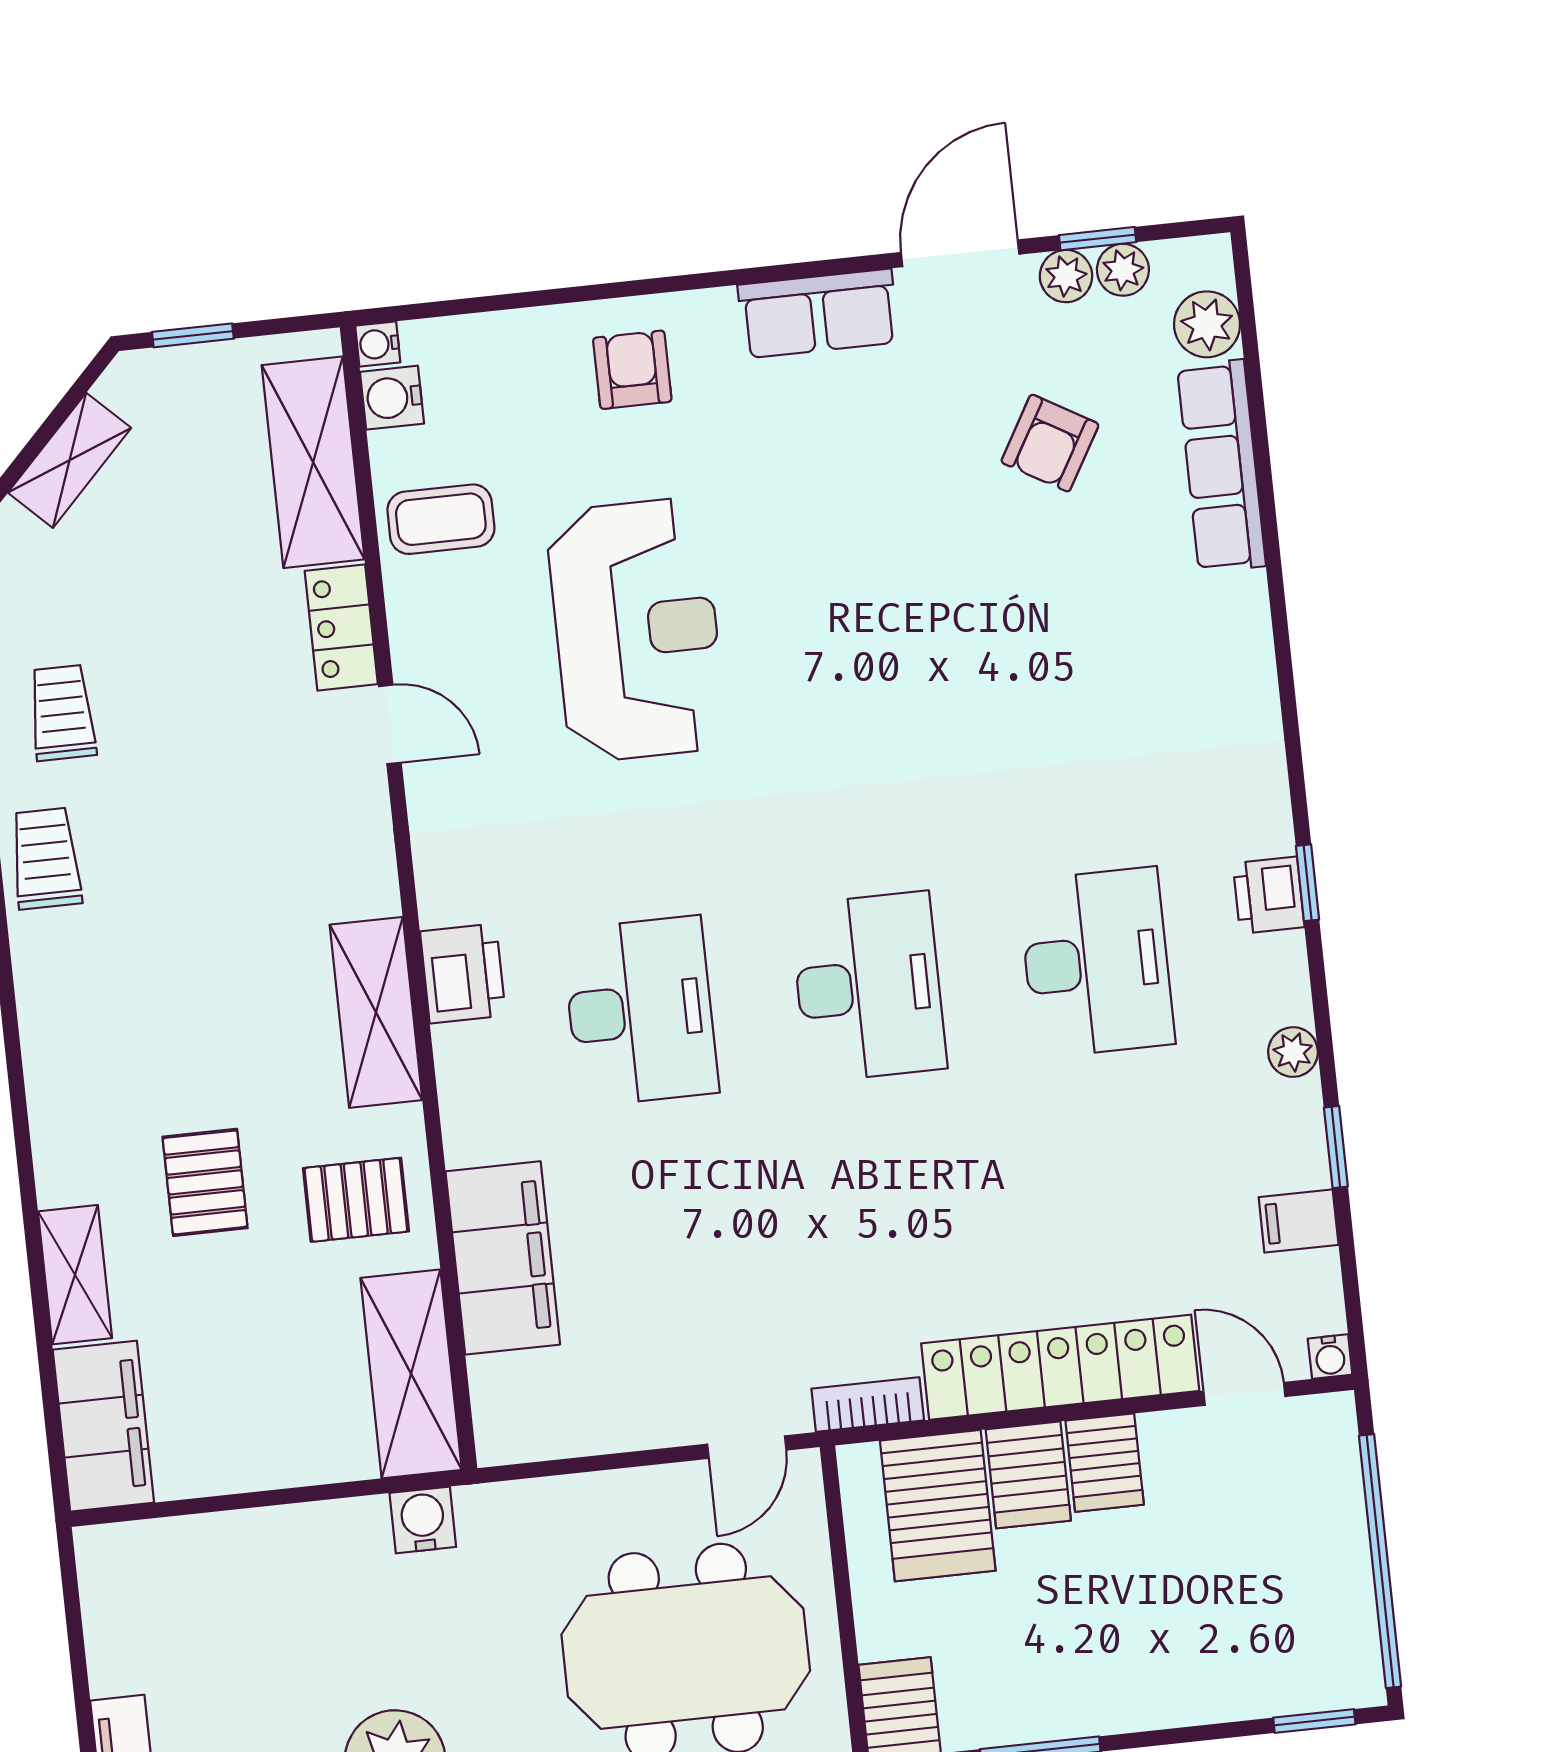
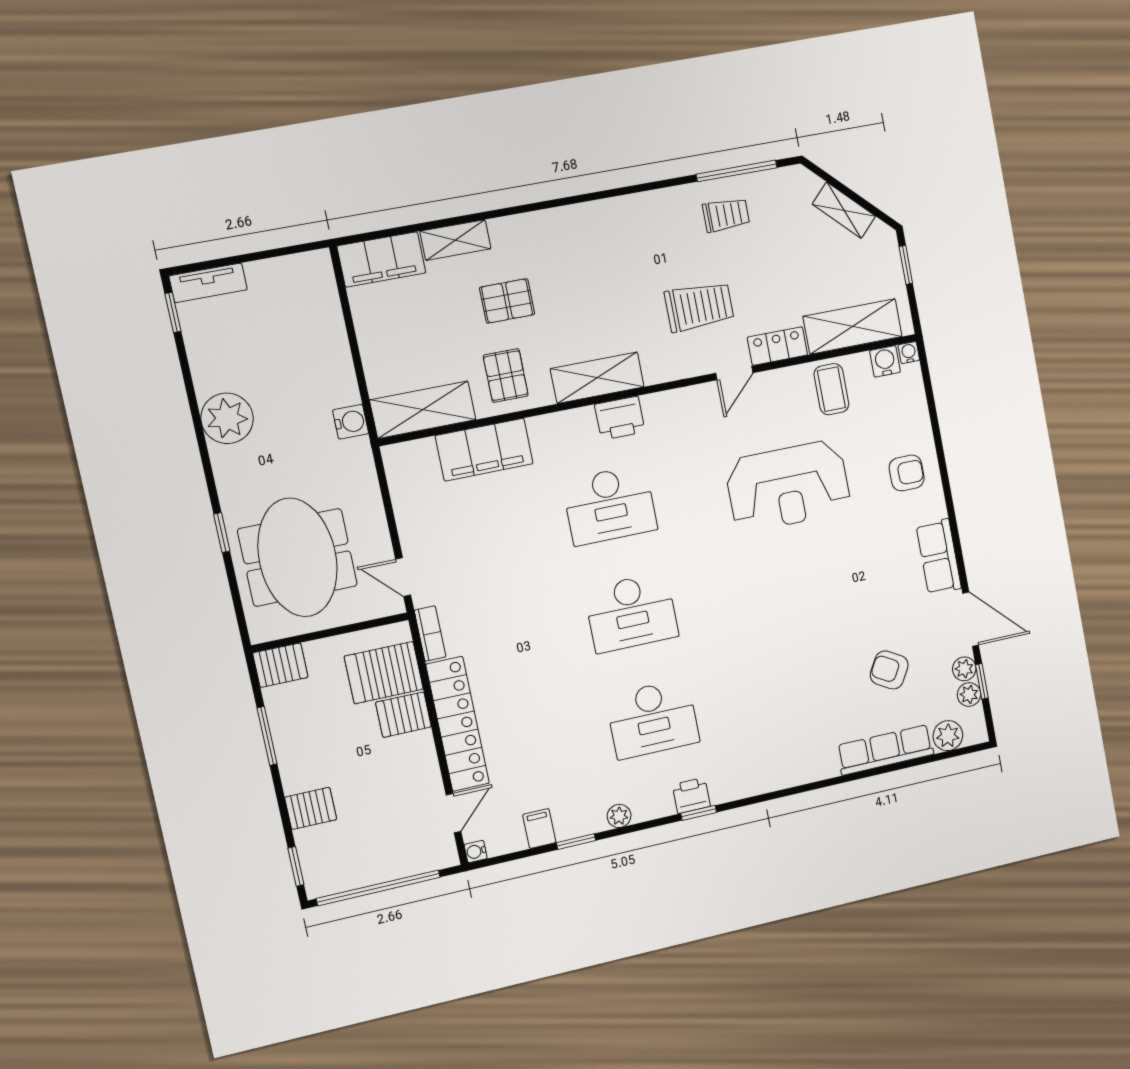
trolley: (46, 858) -> (699, 306), moved, width x1.36, depth x1.39
server rack: (1105, 1463) -> (311, 808), moved, turned 180

